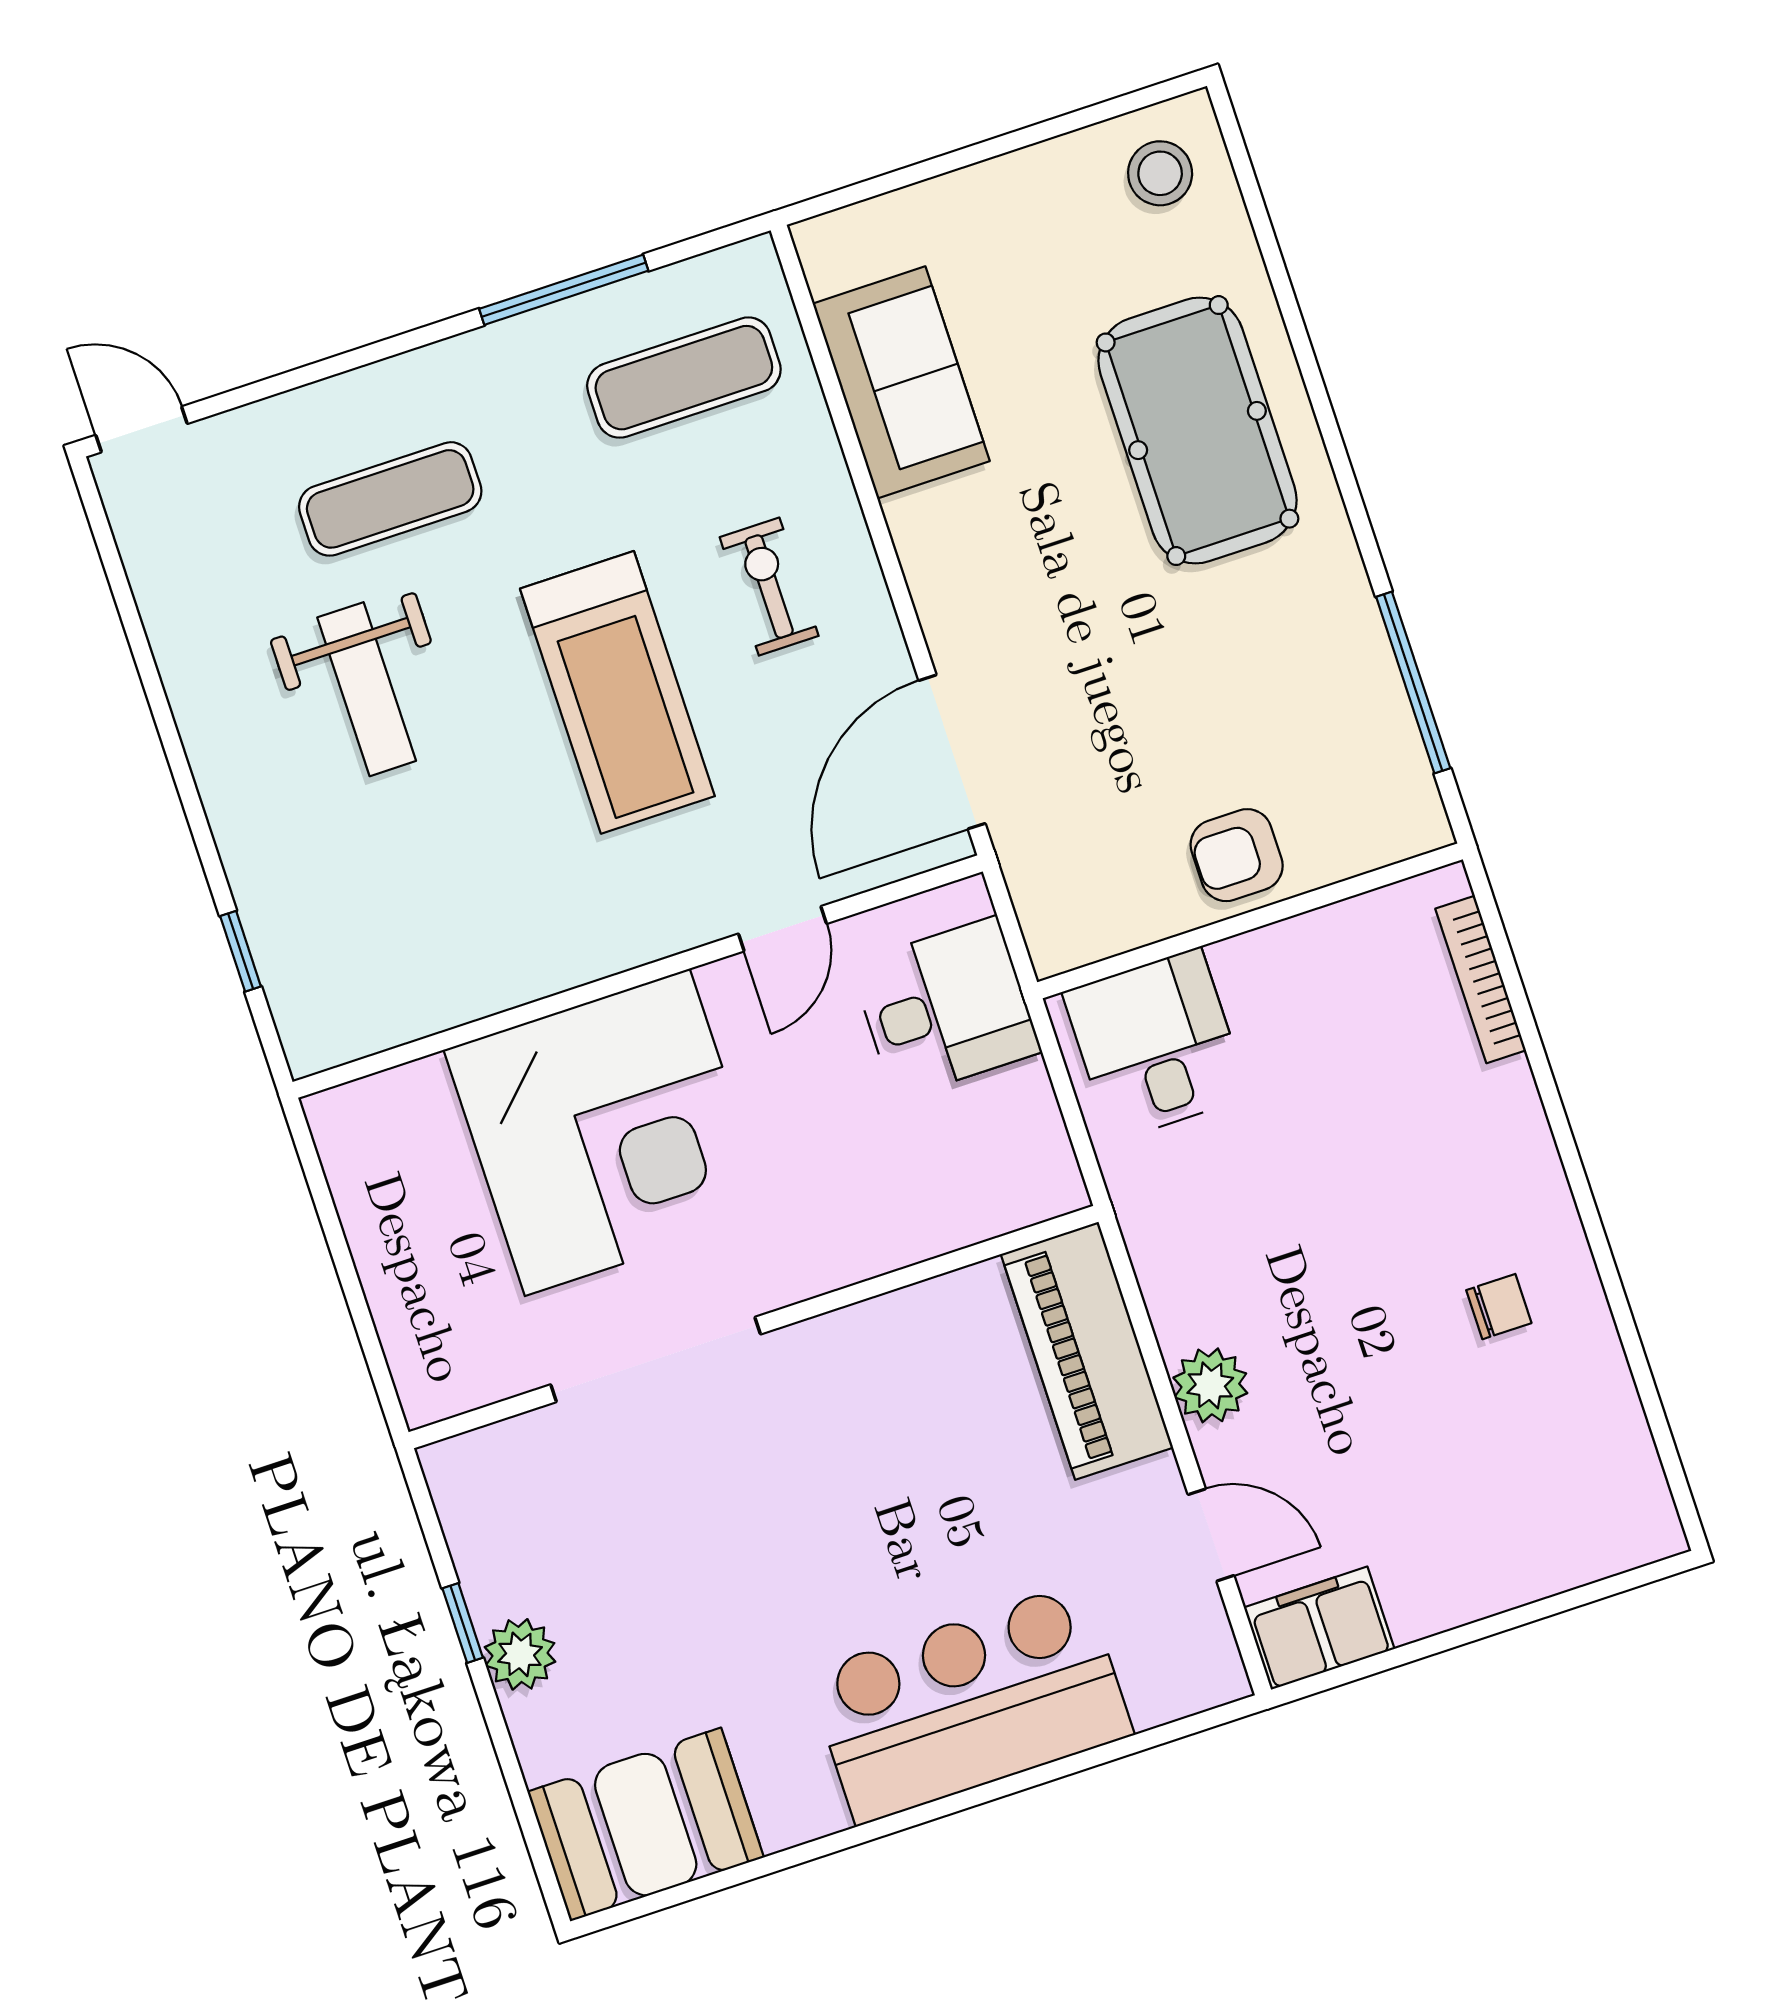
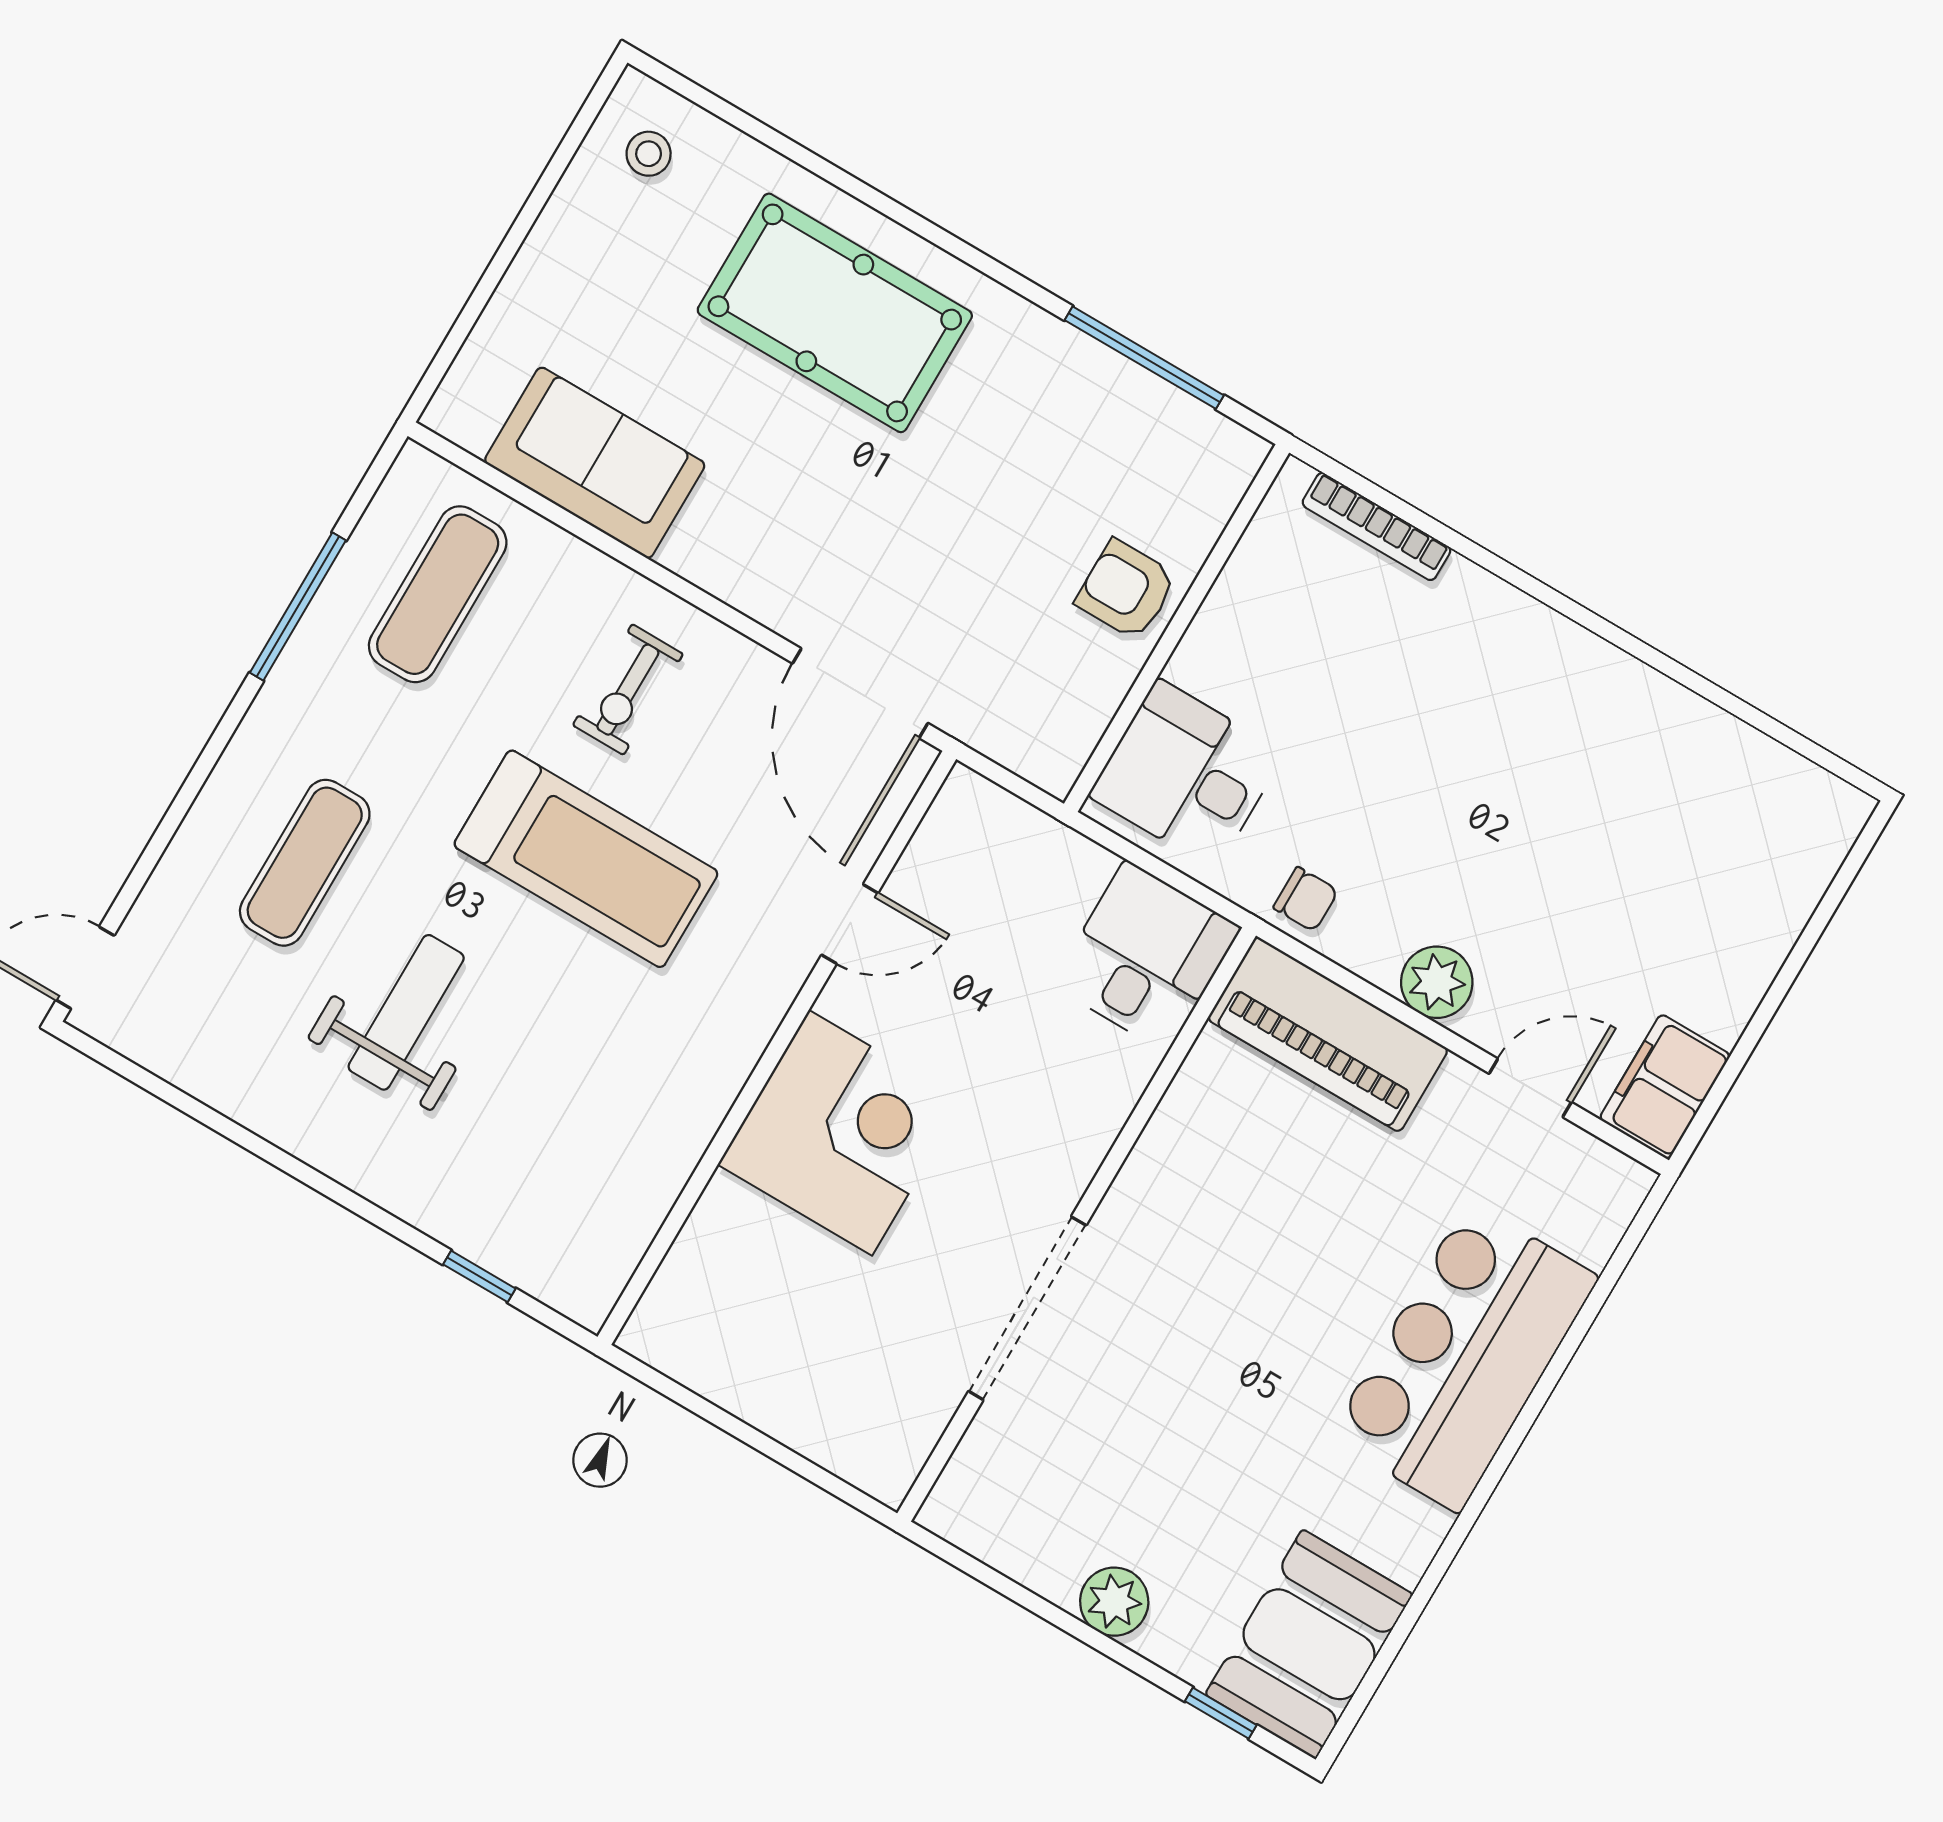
stool: (1160, 173) -> (649, 154), width x0.73, depth x0.73
exercise bike: (769, 587) -> (628, 690), turned -90
weight bench: (367, 689) -> (406, 1012), turned -90
armchair: (1237, 855) -> (1126, 590), turned 90
door: (783, 929) -> (850, 924), hinge flipped
desk: (946, 1008) -> (1146, 956), moved
corner desk: (607, 1132) -> (840, 1133), width x0.74, depth x0.74
chair: (1499, 1307) -> (1306, 899), moved, turned 90
window: (463, 1623) -> (1221, 1713), moved

